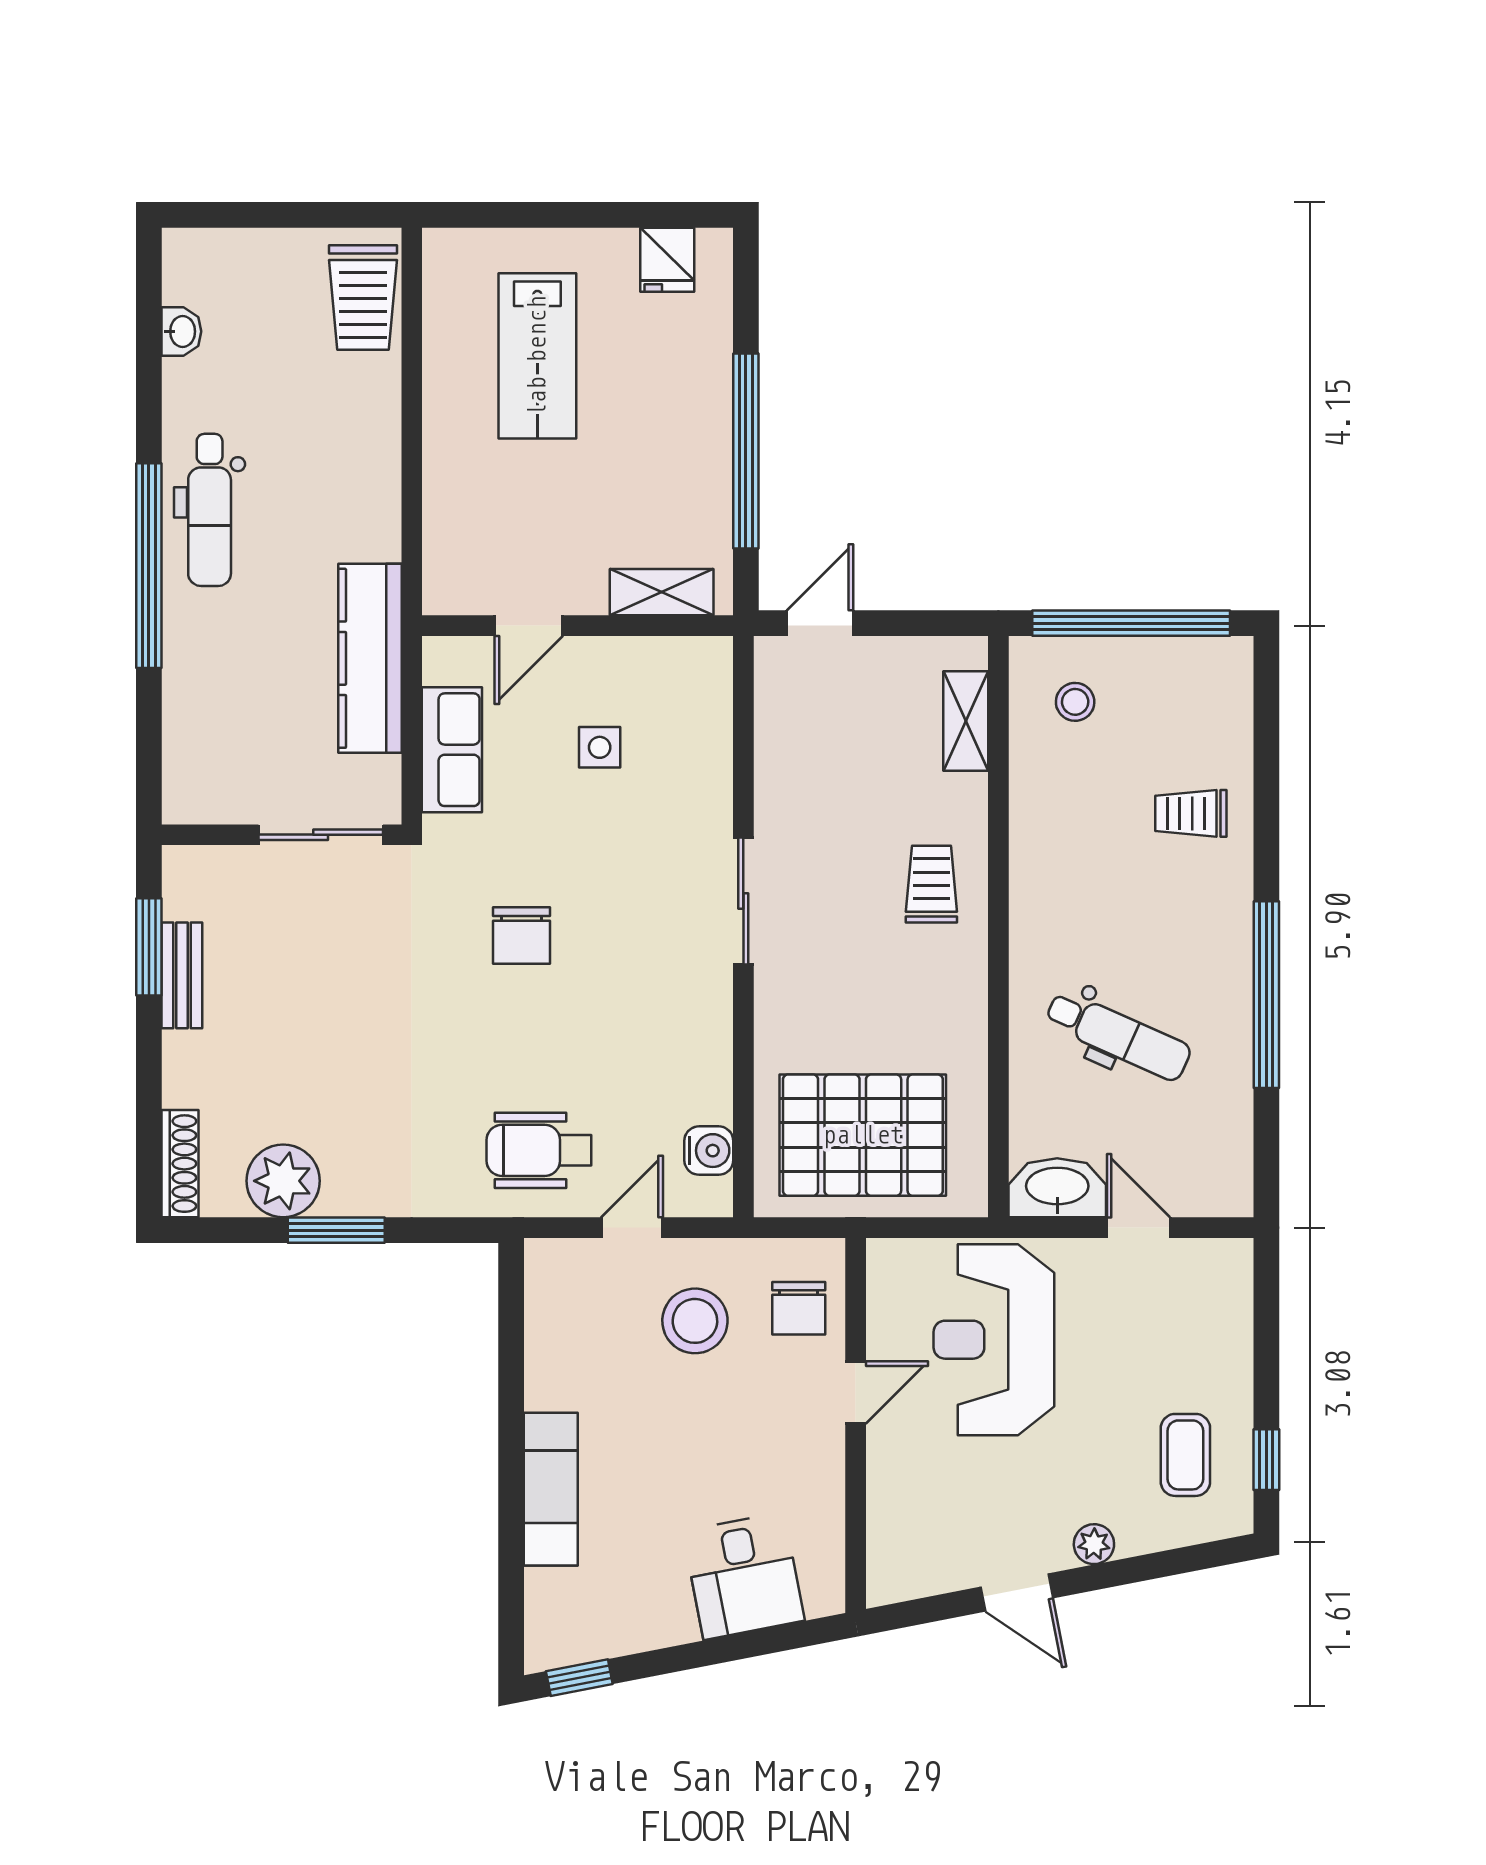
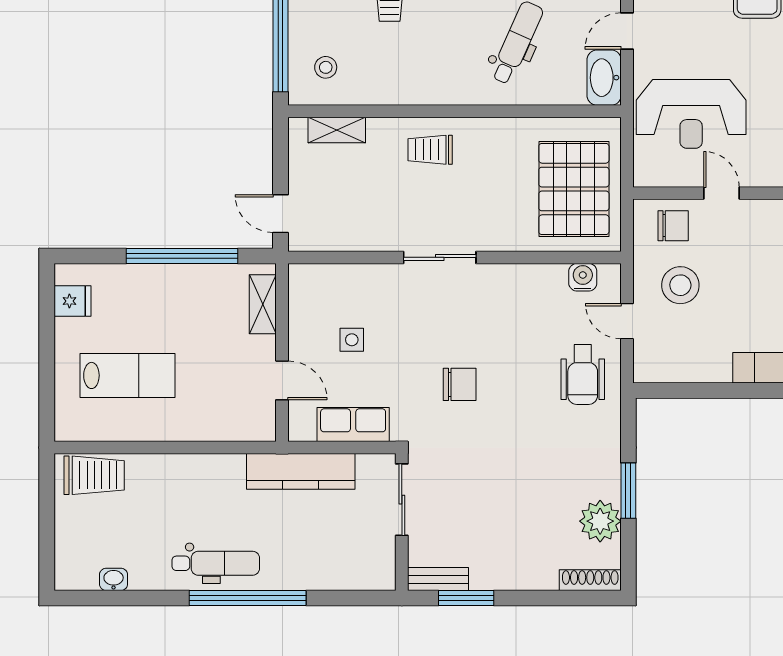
bench: (182, 975) -> (438, 579), moved

